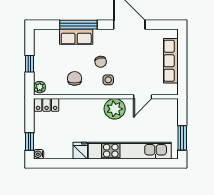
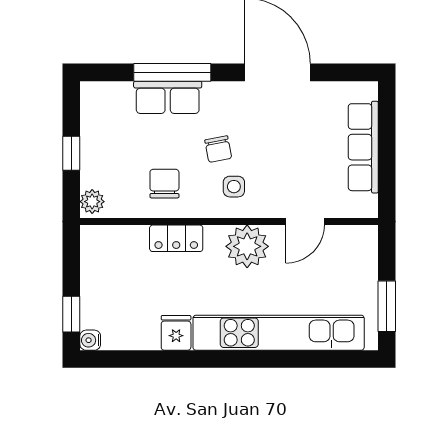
locker: (47, 105) -> (176, 238), moved

